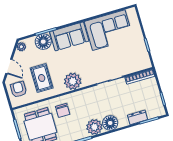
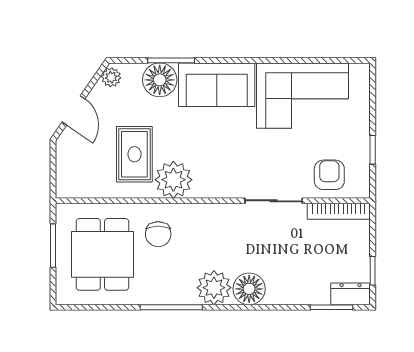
plant: (73, 81) -> (173, 180), moved
armchair: (19, 89) -> (329, 175), moved
dresser: (137, 117) -> (351, 294), moved

